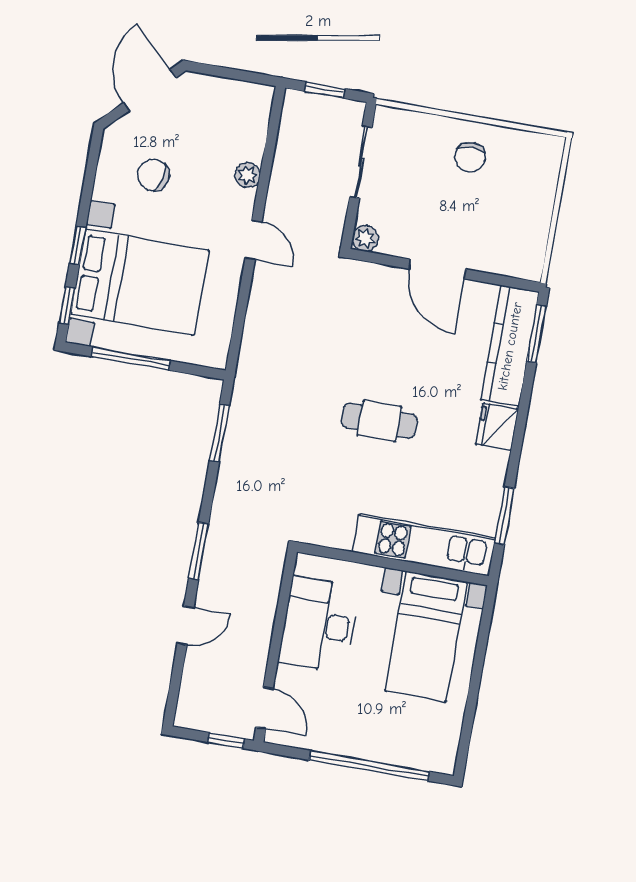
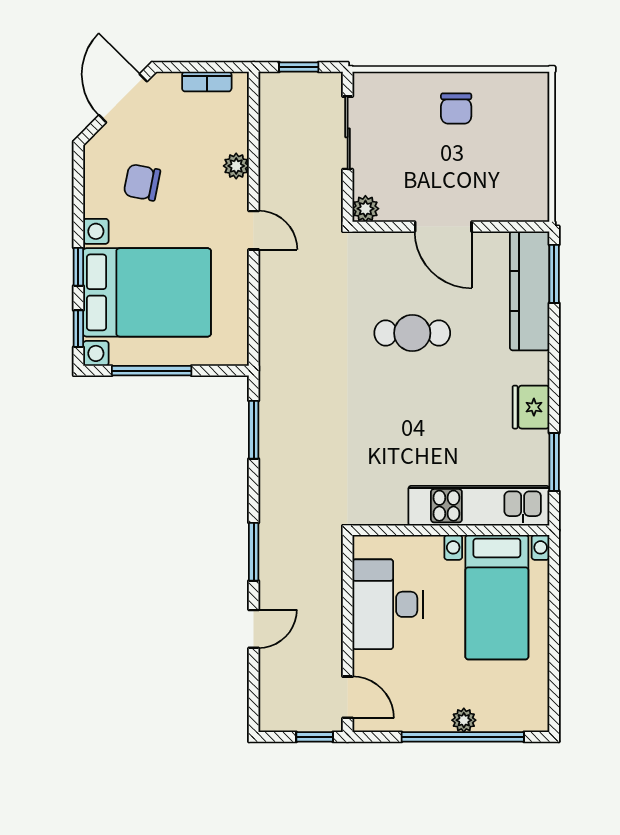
bookcase: (233, 88) -> (207, 82), added
cafe table: (379, 421) -> (412, 333), moved
fridge: (497, 427) -> (531, 407), moved
plant: (373, 750) -> (464, 720), added

